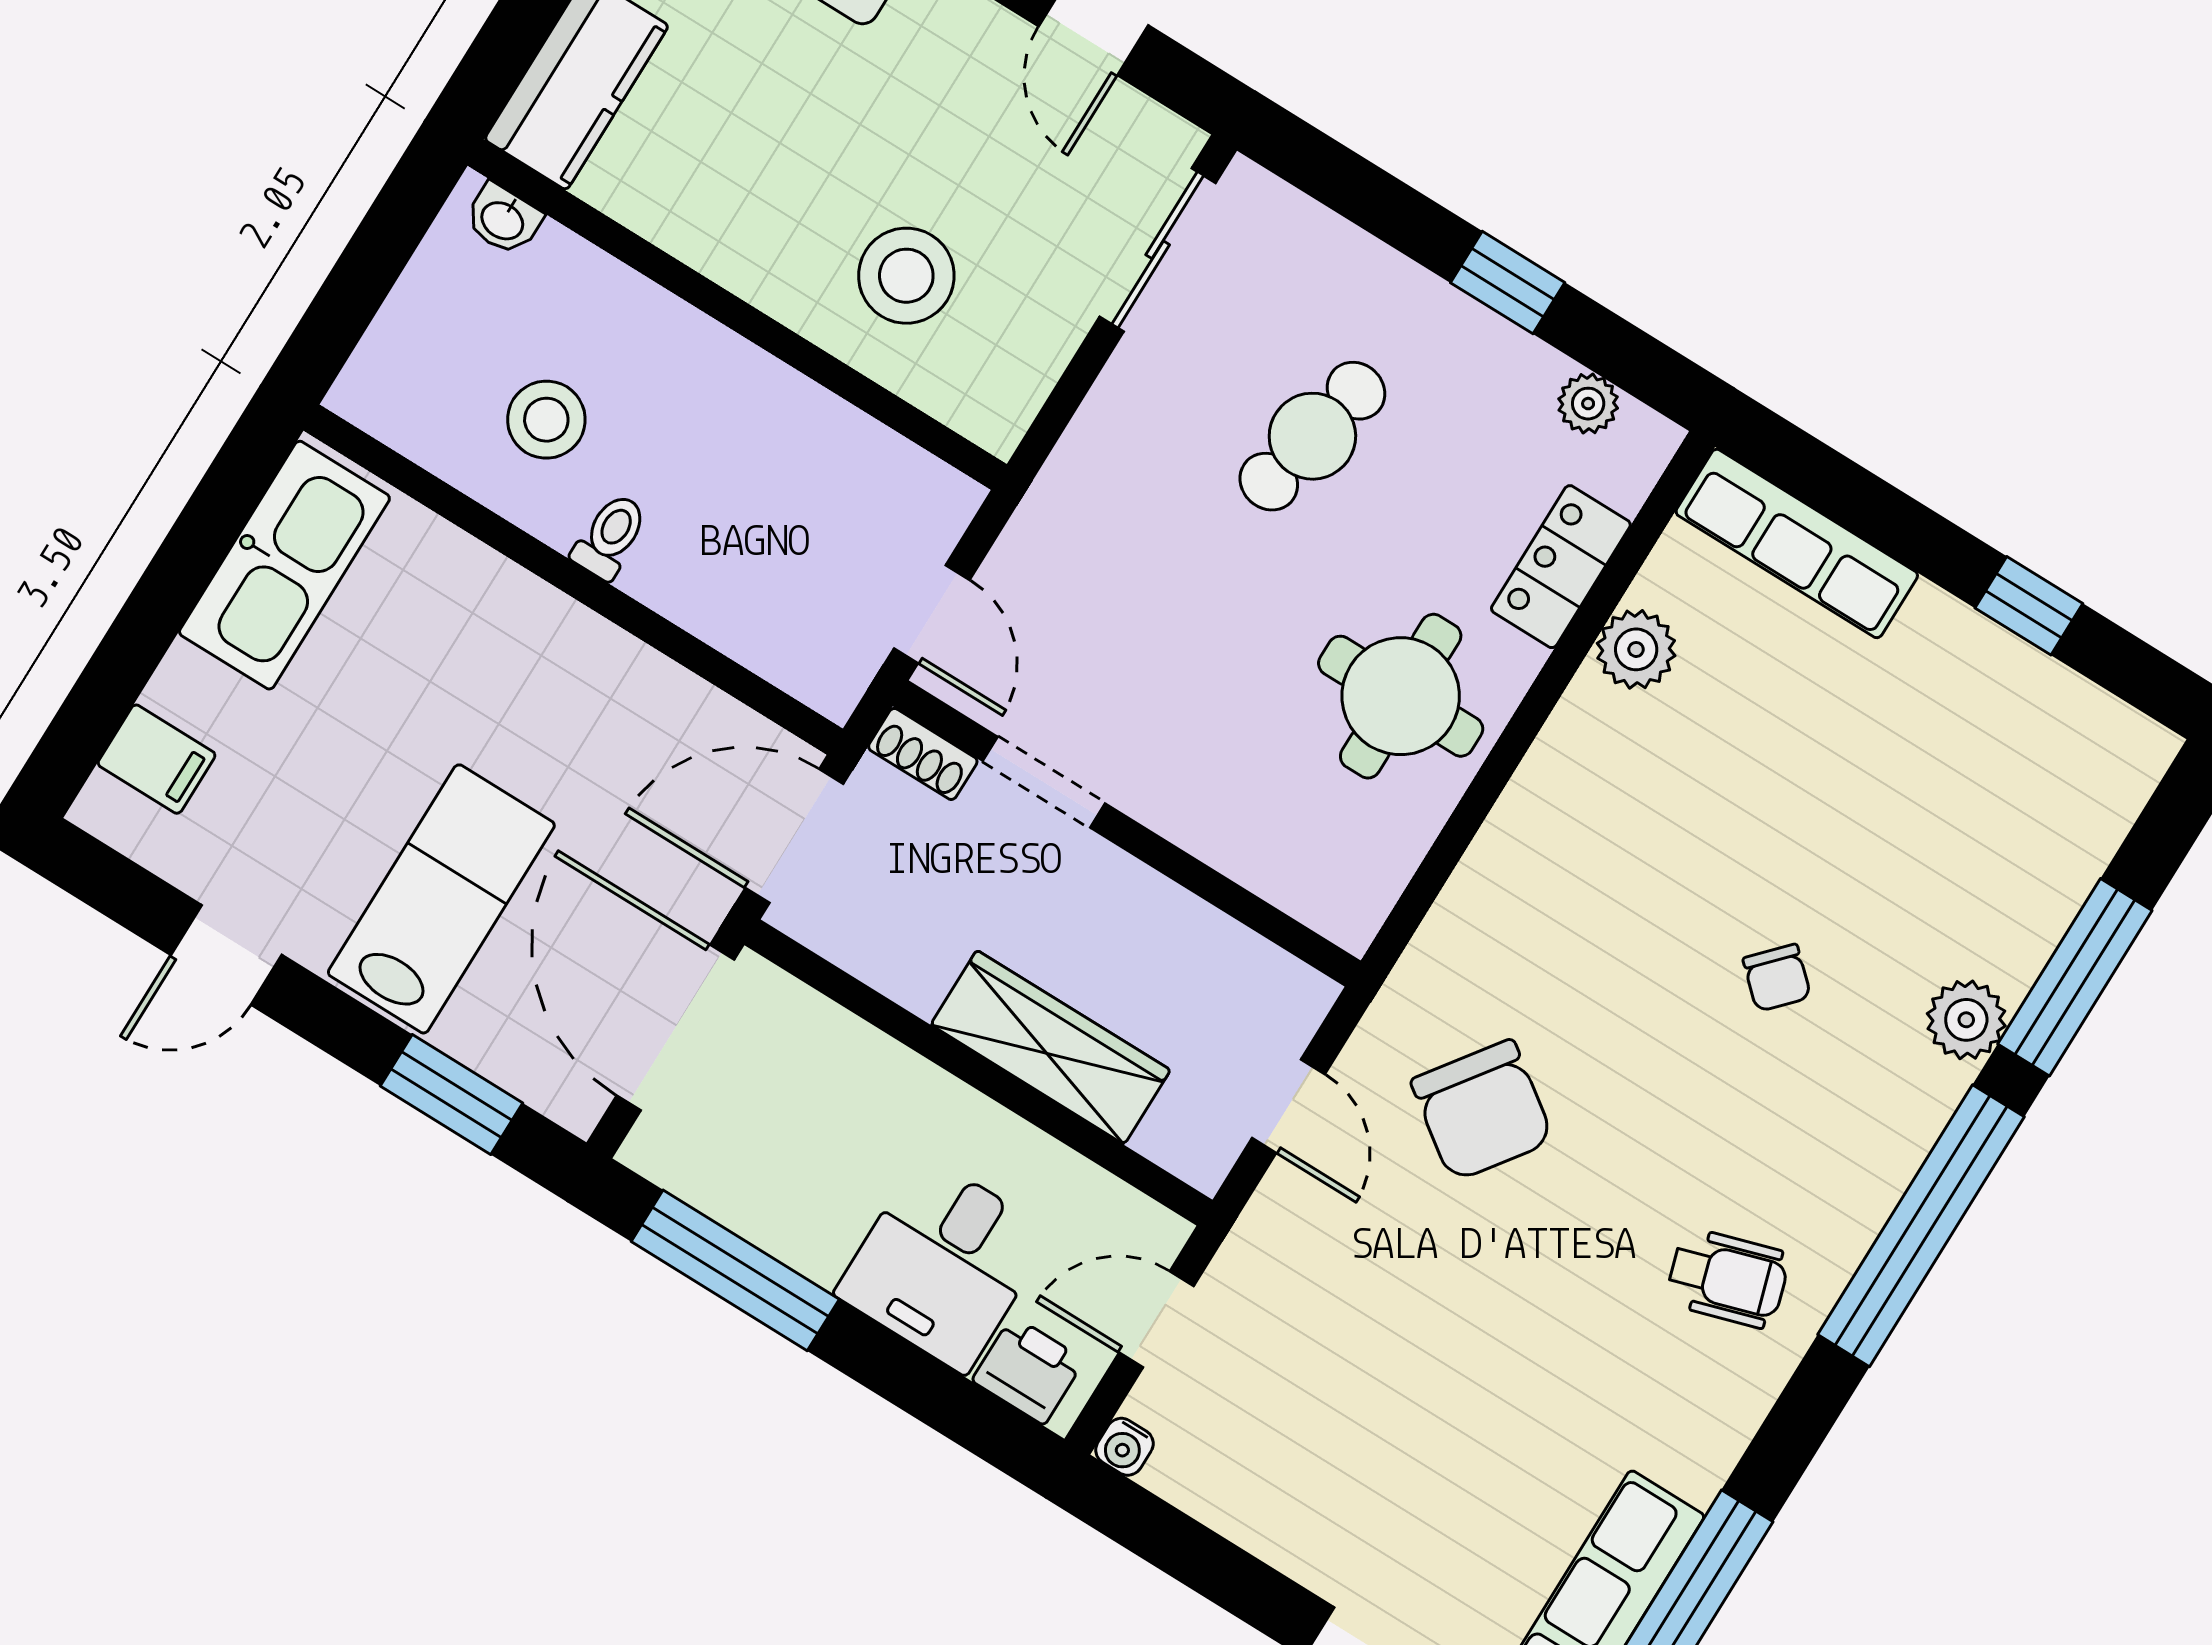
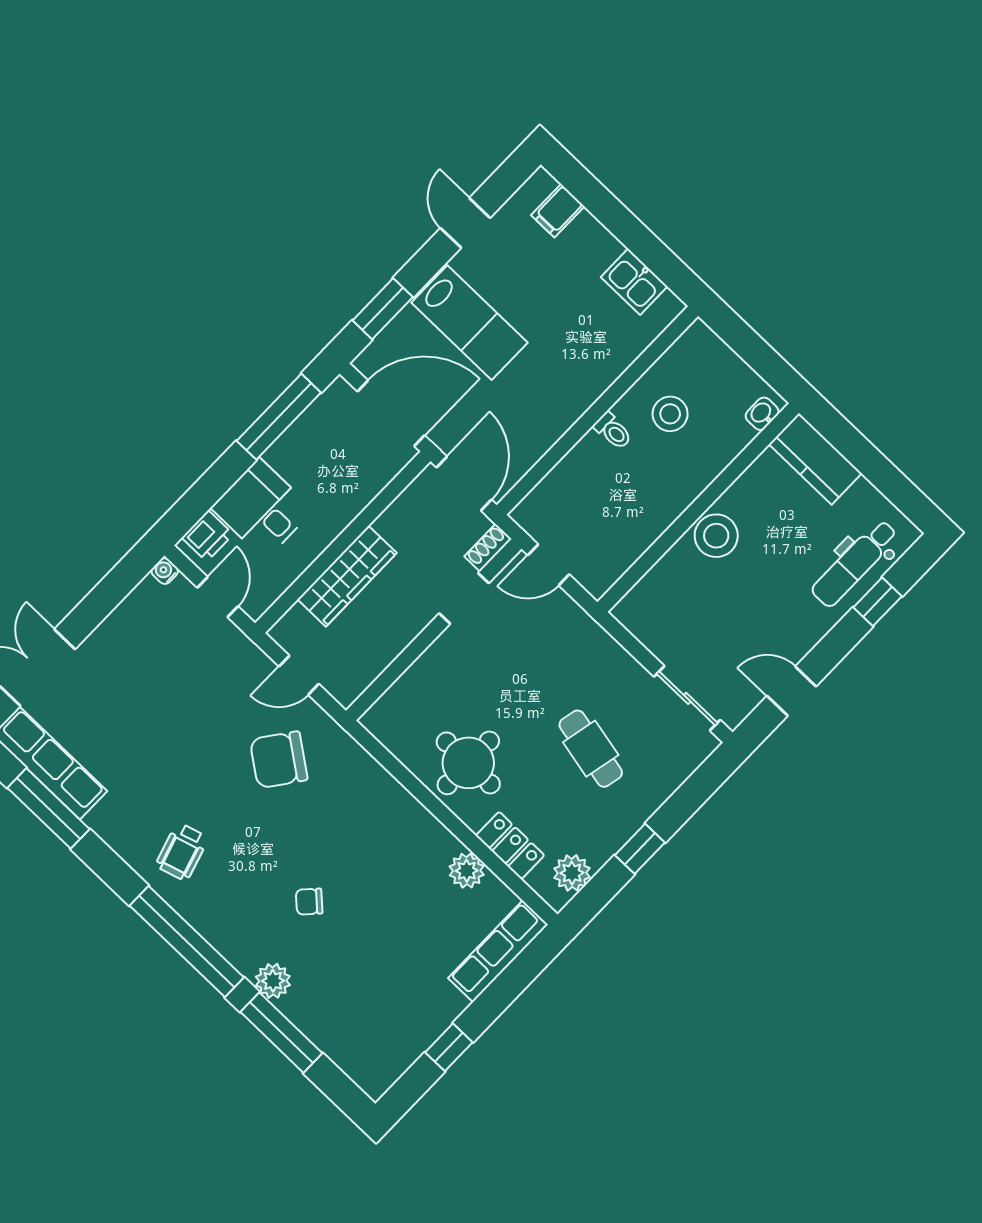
stool: (906, 276) -> (716, 536), moved
plant: (1588, 404) -> (572, 873), width x1.38, depth x1.38
kitchen sink: (284, 565) -> (634, 282), width x0.53, depth x0.81

